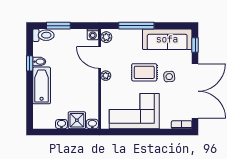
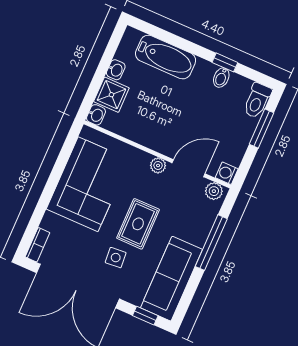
bathtub: (42, 85) -> (166, 57), moved

